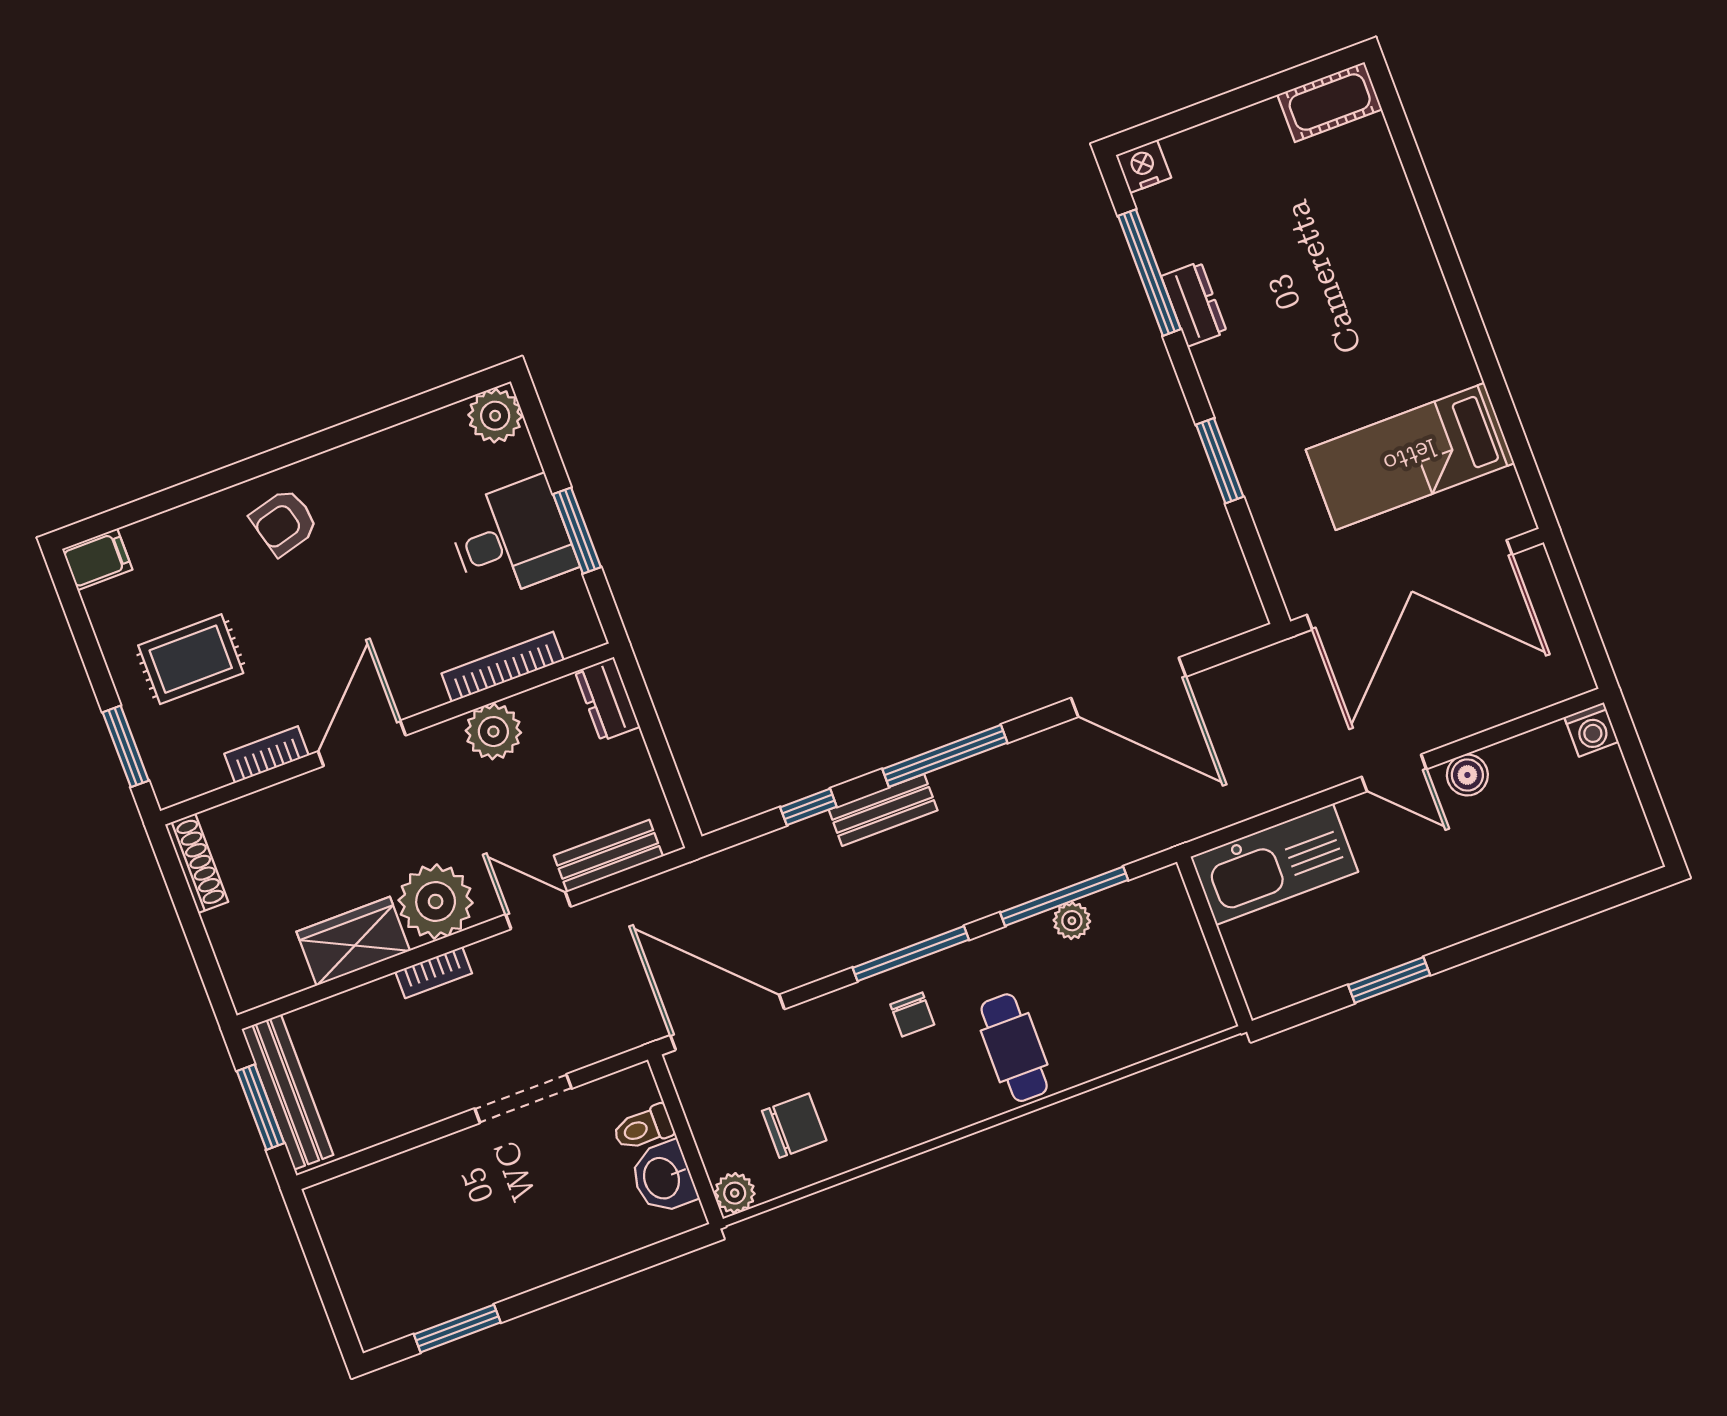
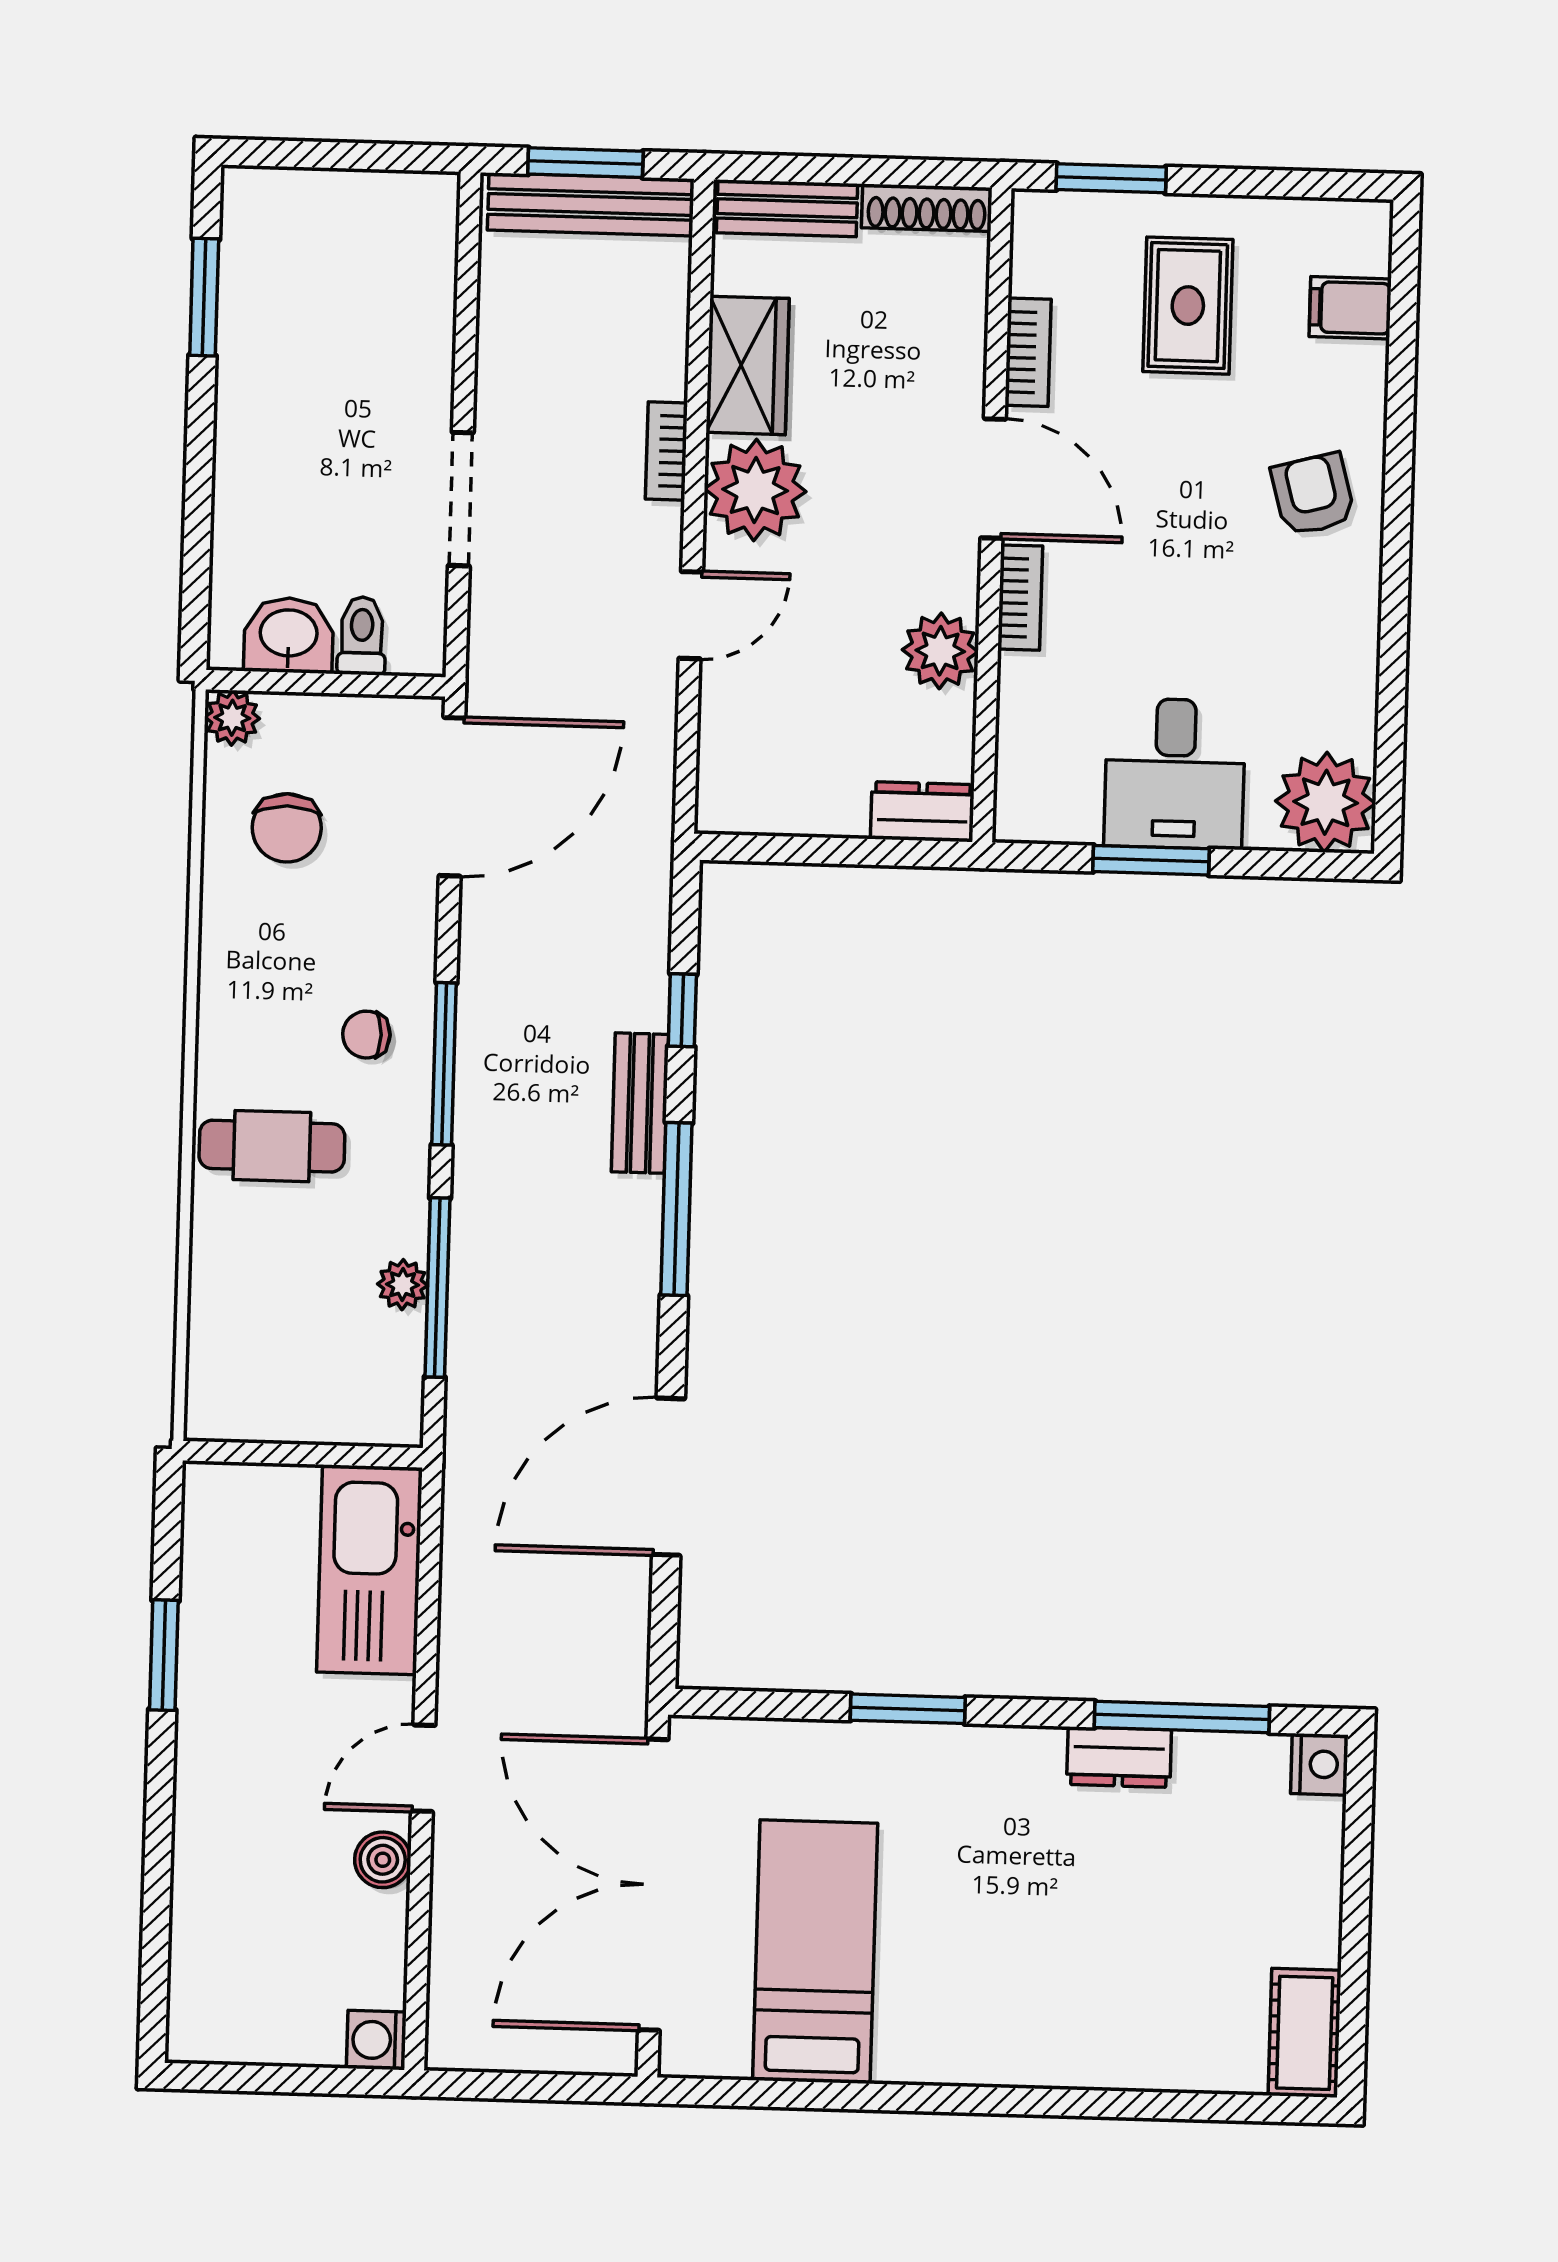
plant: (495, 416) -> (1326, 802), width x1.36, depth x1.36
filing cabinet: (97, 559) -> (1350, 308), moved, turned 90
bookcase: (503, 667) -> (1020, 598), moved, width x0.64
bench: (608, 856) -> (787, 208), moved, turned 90

